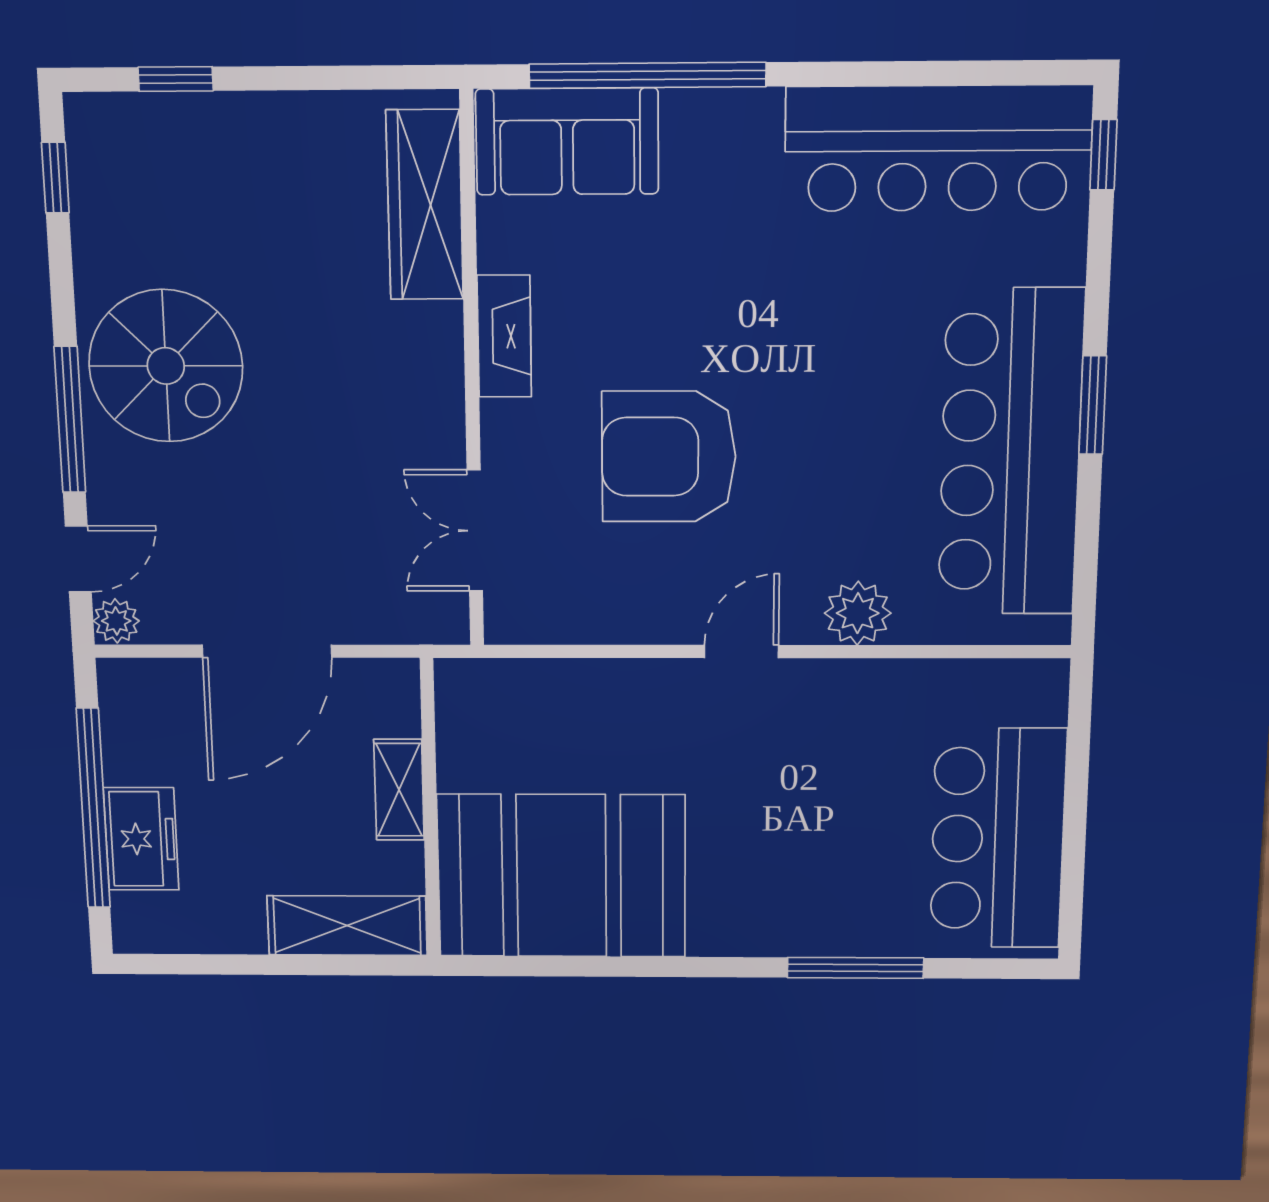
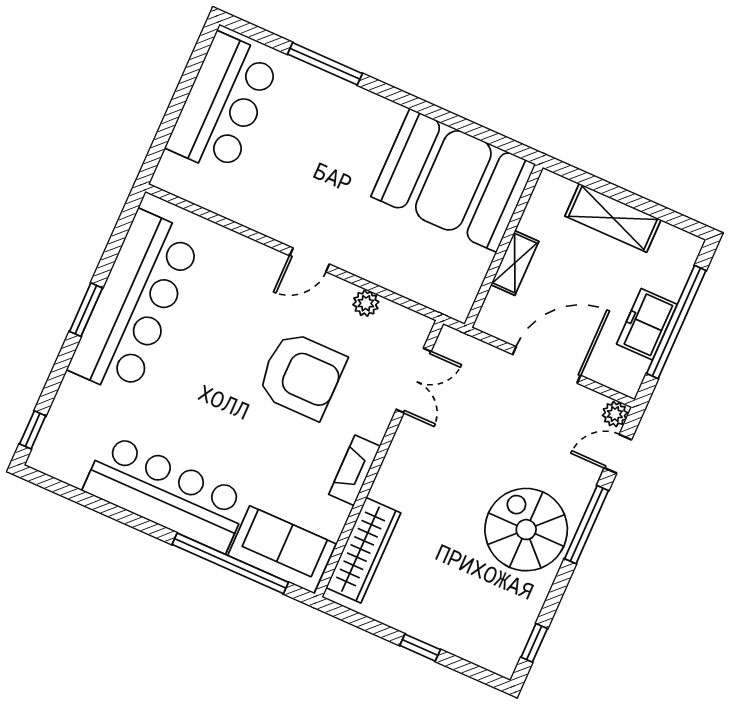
window: (176, 79) -> (420, 648), moved
bar counter: (938, 148) -> (166, 493), moved
plant: (858, 613) -> (366, 303), moved, width x0.73, depth x0.73
freezer: (141, 839) -> (647, 324), moved
shelving: (347, 926) -> (613, 218), moved

